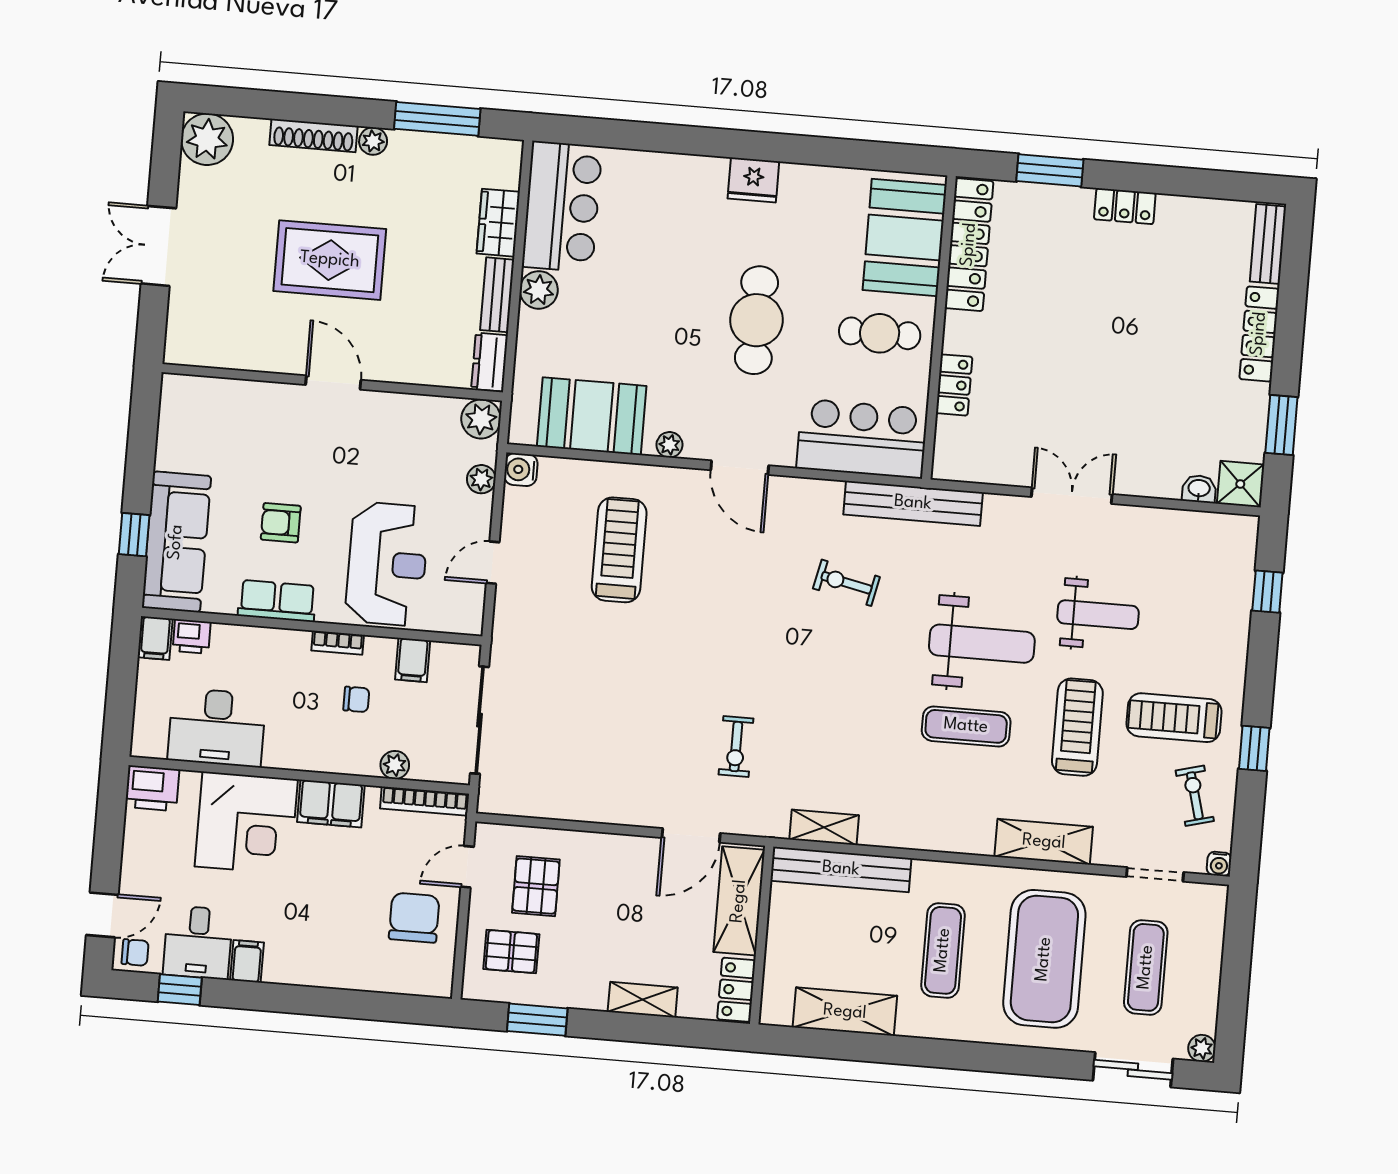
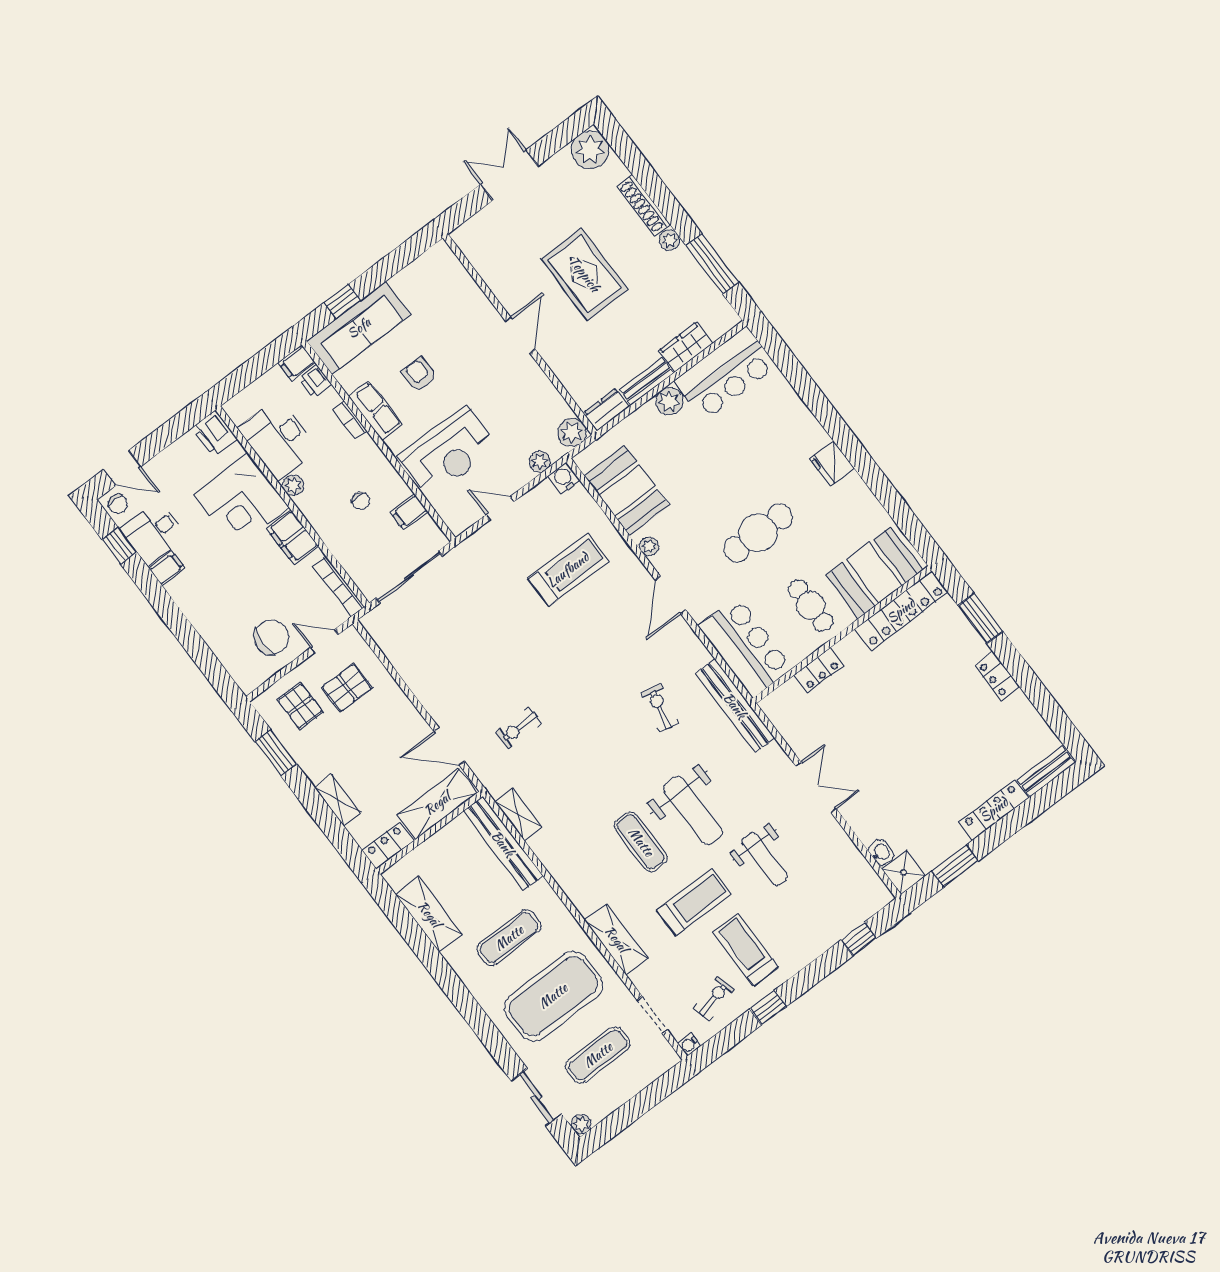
bookcase: (338, 643) -> (350, 420), moved
plant: (395, 765) -> (293, 486), moved

